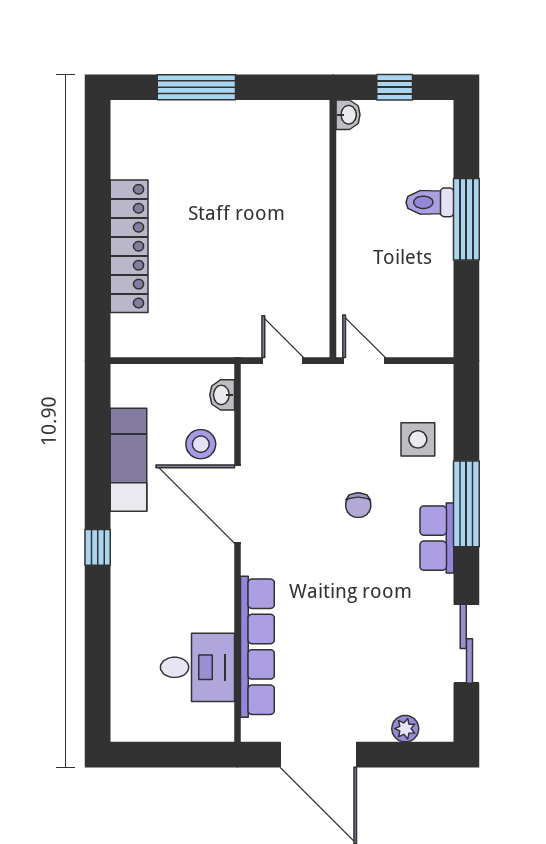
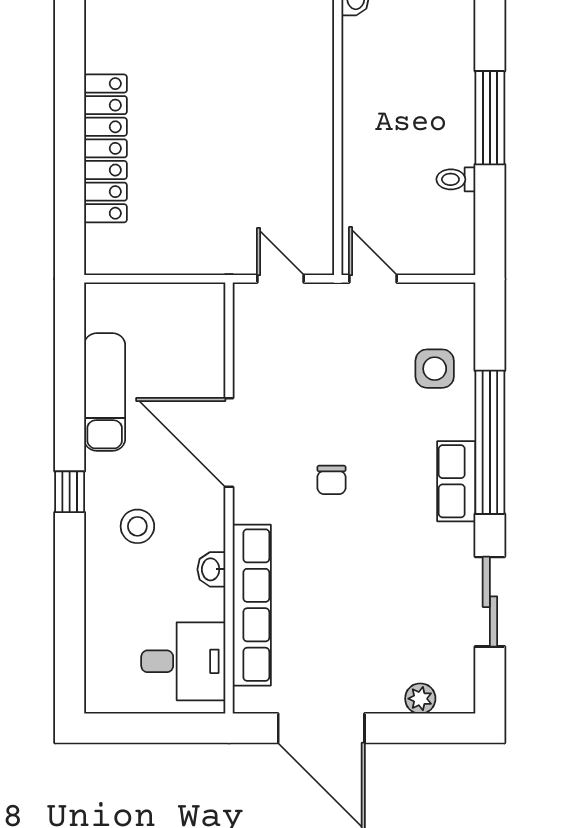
toilet: (430, 202) -> (456, 179), moved, width x0.73, depth x0.72
washbasin: (222, 395) -> (211, 569), moved
stool: (201, 444) -> (137, 526), moved
window: (466, 504) -> (490, 442), width x1.46
chair: (358, 505) -> (331, 480), moved
desk: (197, 667) -> (183, 661), moved

